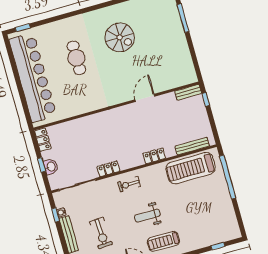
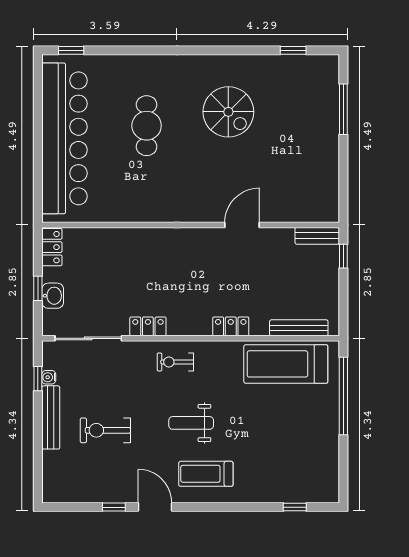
exercise bike: (101, 233) -> (105, 430), turned 93

